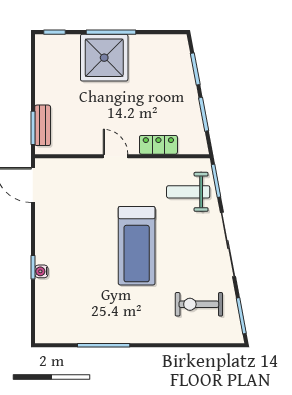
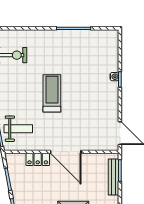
bench: (43, 125) -> (113, 177), width x1.36
door: (116, 156) -> (66, 152), width x1.87
treadmill: (137, 246) -> (52, 93), width x0.73, depth x0.73

